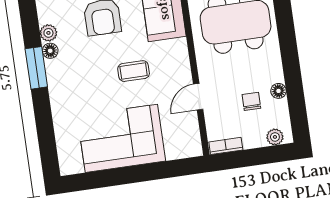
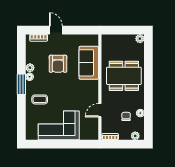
coffee table: (134, 71) -> (40, 99), moved

